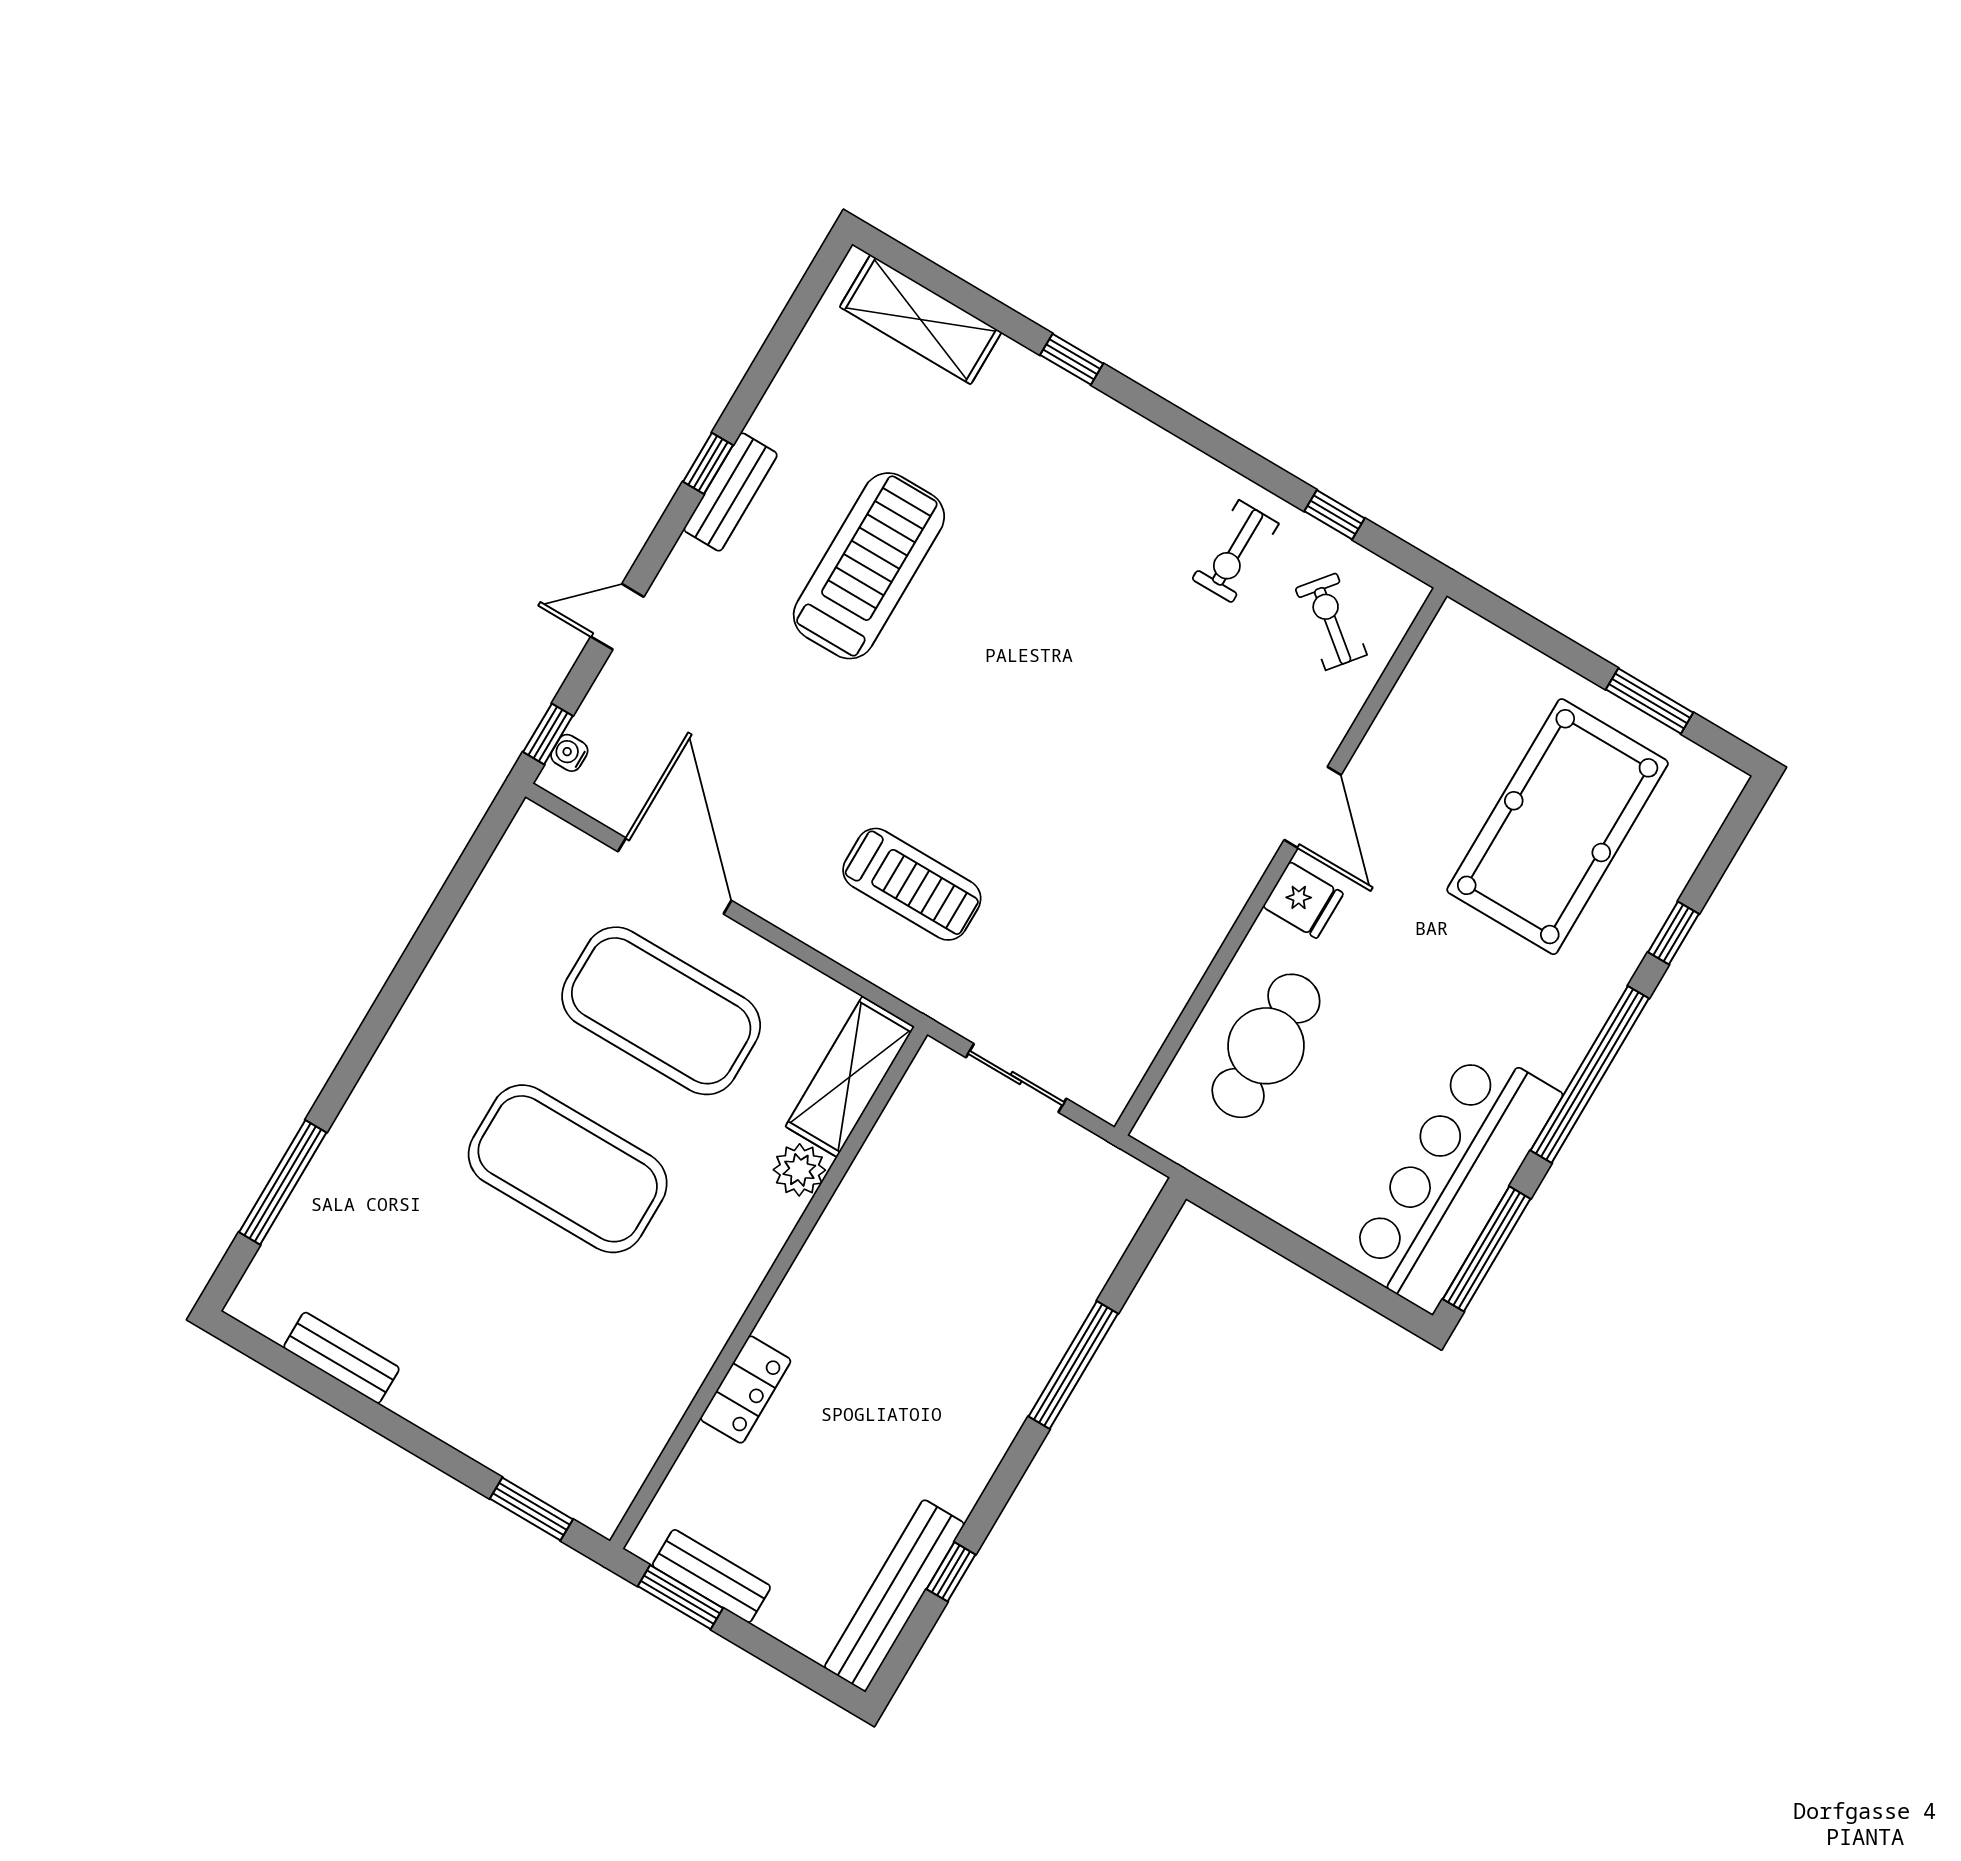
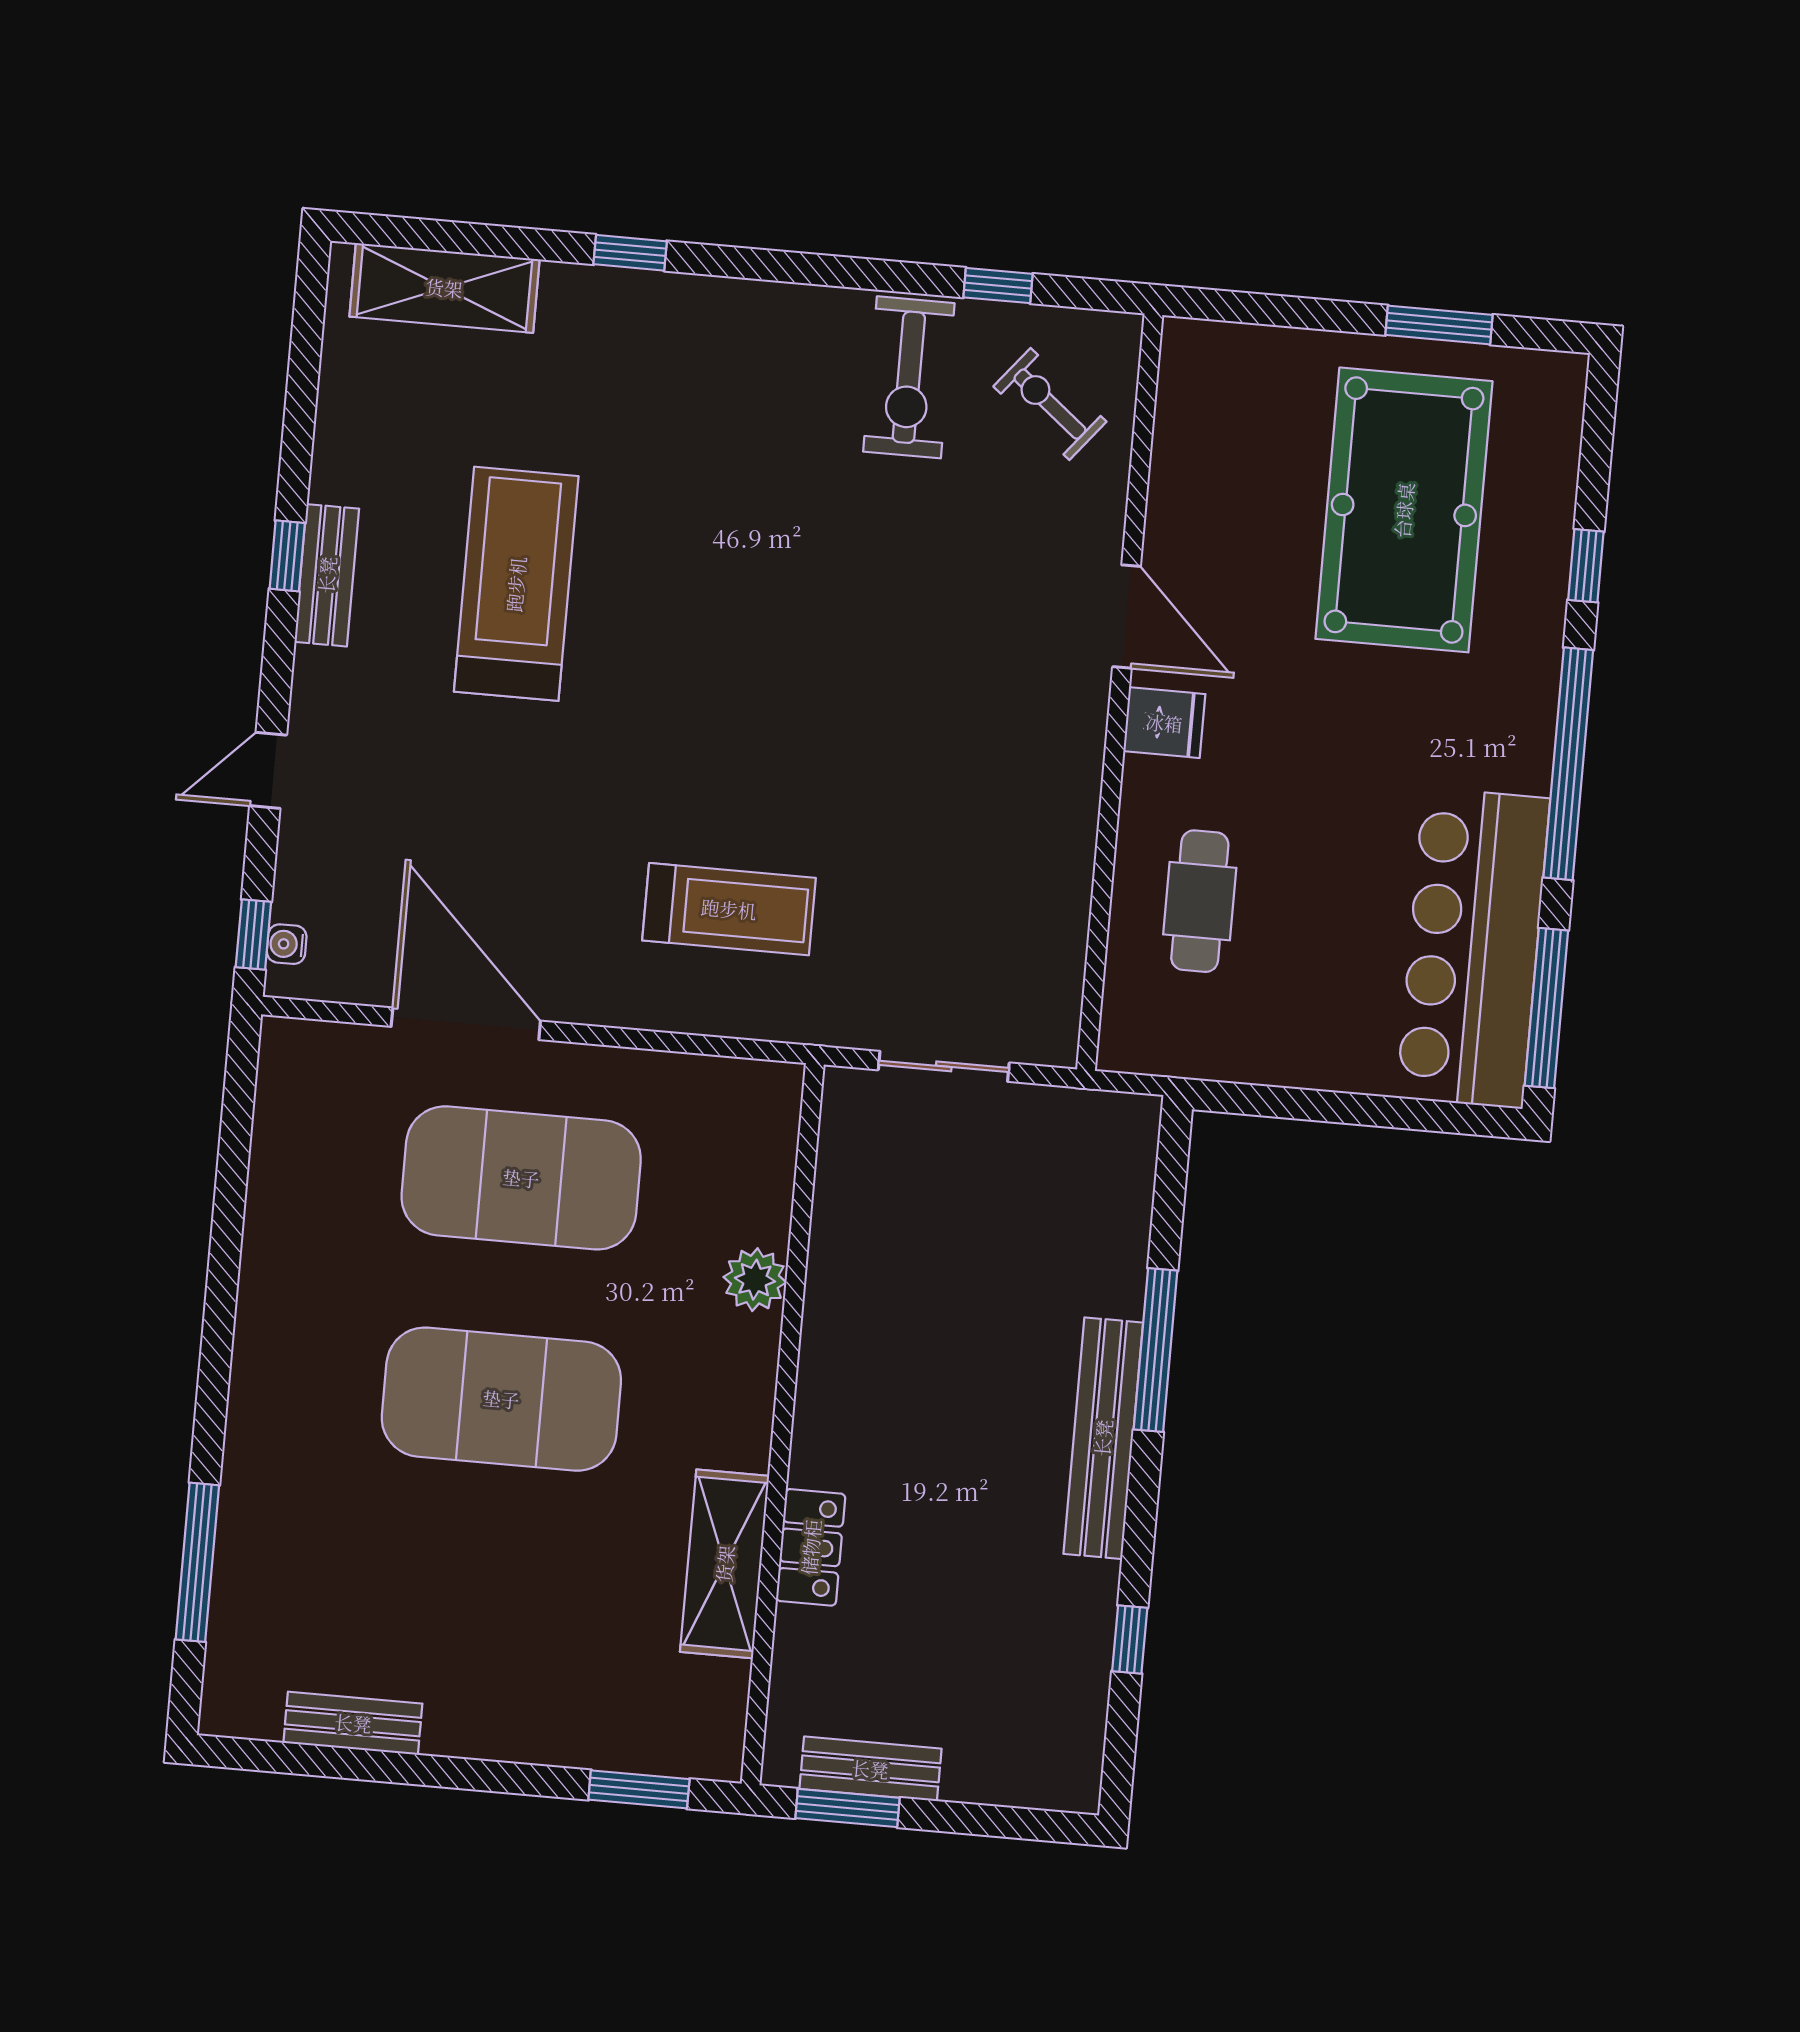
exercise bike: (1235, 551) -> (909, 377), width x1.38, depth x1.39
cafe table: (1266, 1046) -> (1200, 901), width x0.73, depth x0.74
shelving: (850, 1077) -> (725, 1564), moved
bench: (894, 1596) -> (1103, 1438), moved

